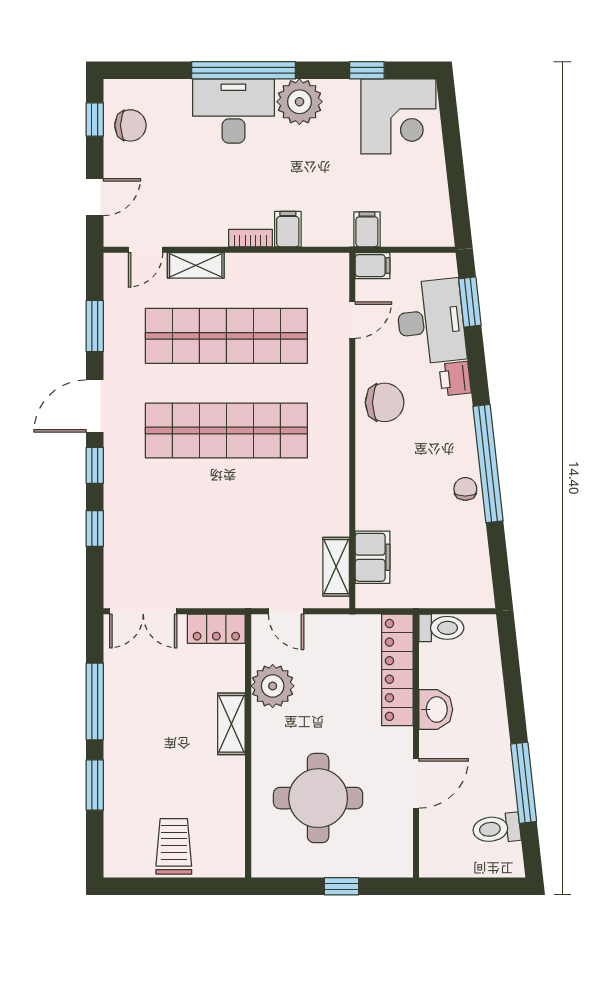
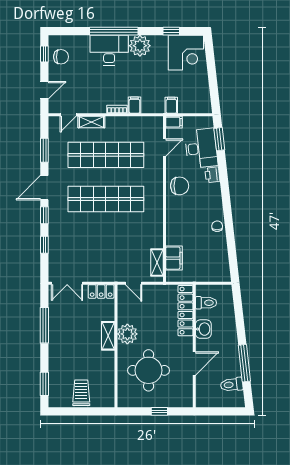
window: (488, 464) -> (228, 214), removed
toilet: (441, 628) -> (206, 303), moved
plant: (273, 686) -> (127, 334), moved
window: (95, 785) -> (44, 384), moved

